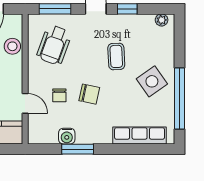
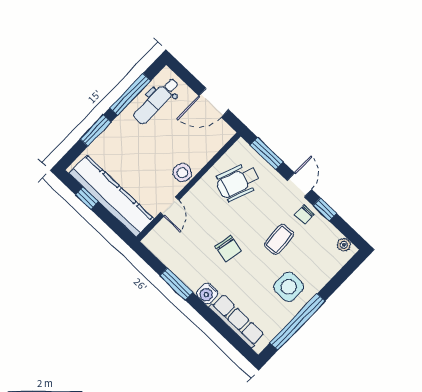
stool: (12, 46) -> (182, 173), moved
side table: (152, 81) -> (289, 287), turned 35
chair: (59, 95) -> (304, 215), moved
water cooler: (67, 136) -> (207, 294), moved

